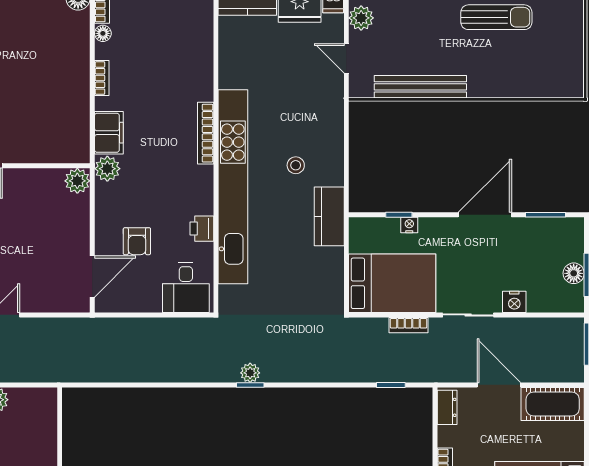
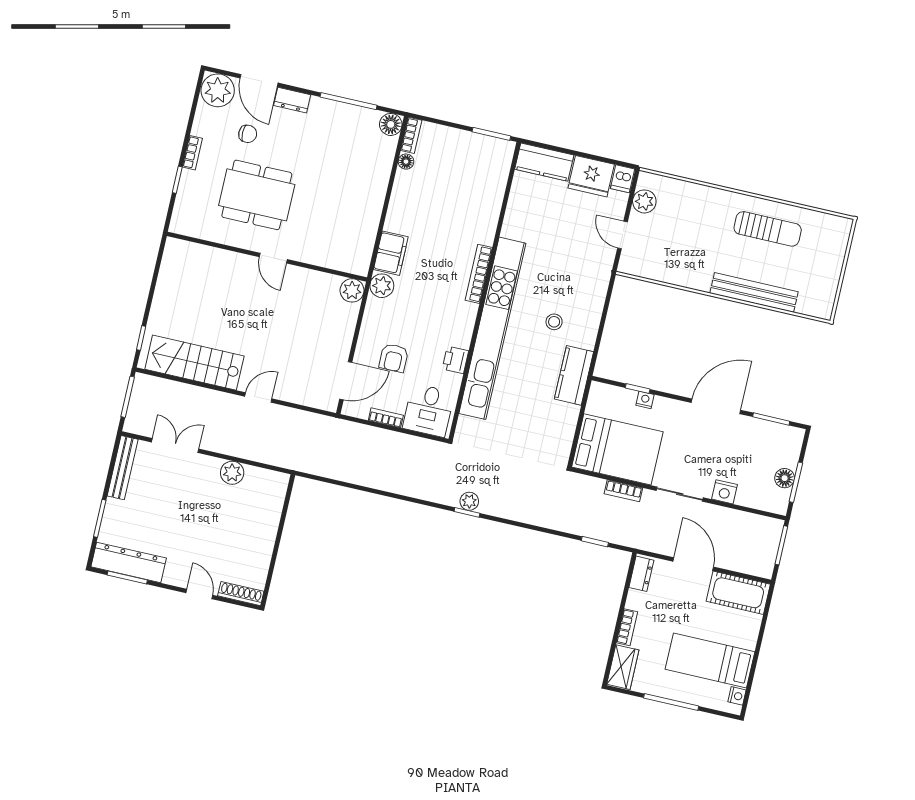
bookcase: (102, 78) -> (386, 418), moved, turned -90
bench: (420, 87) -> (754, 292), moved

